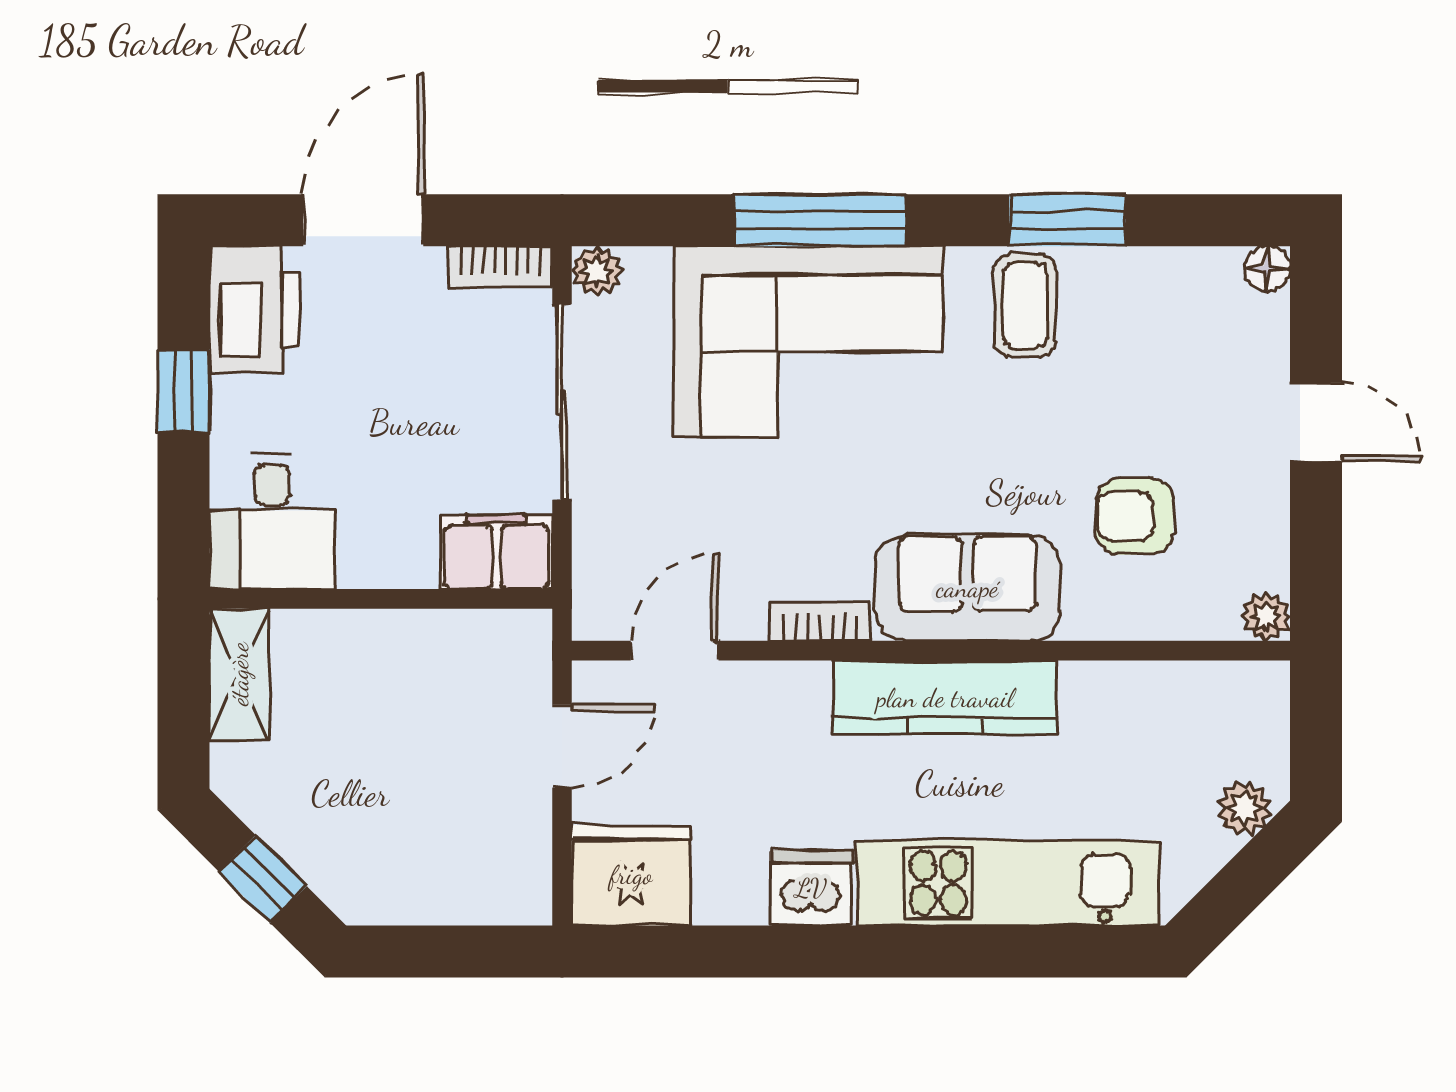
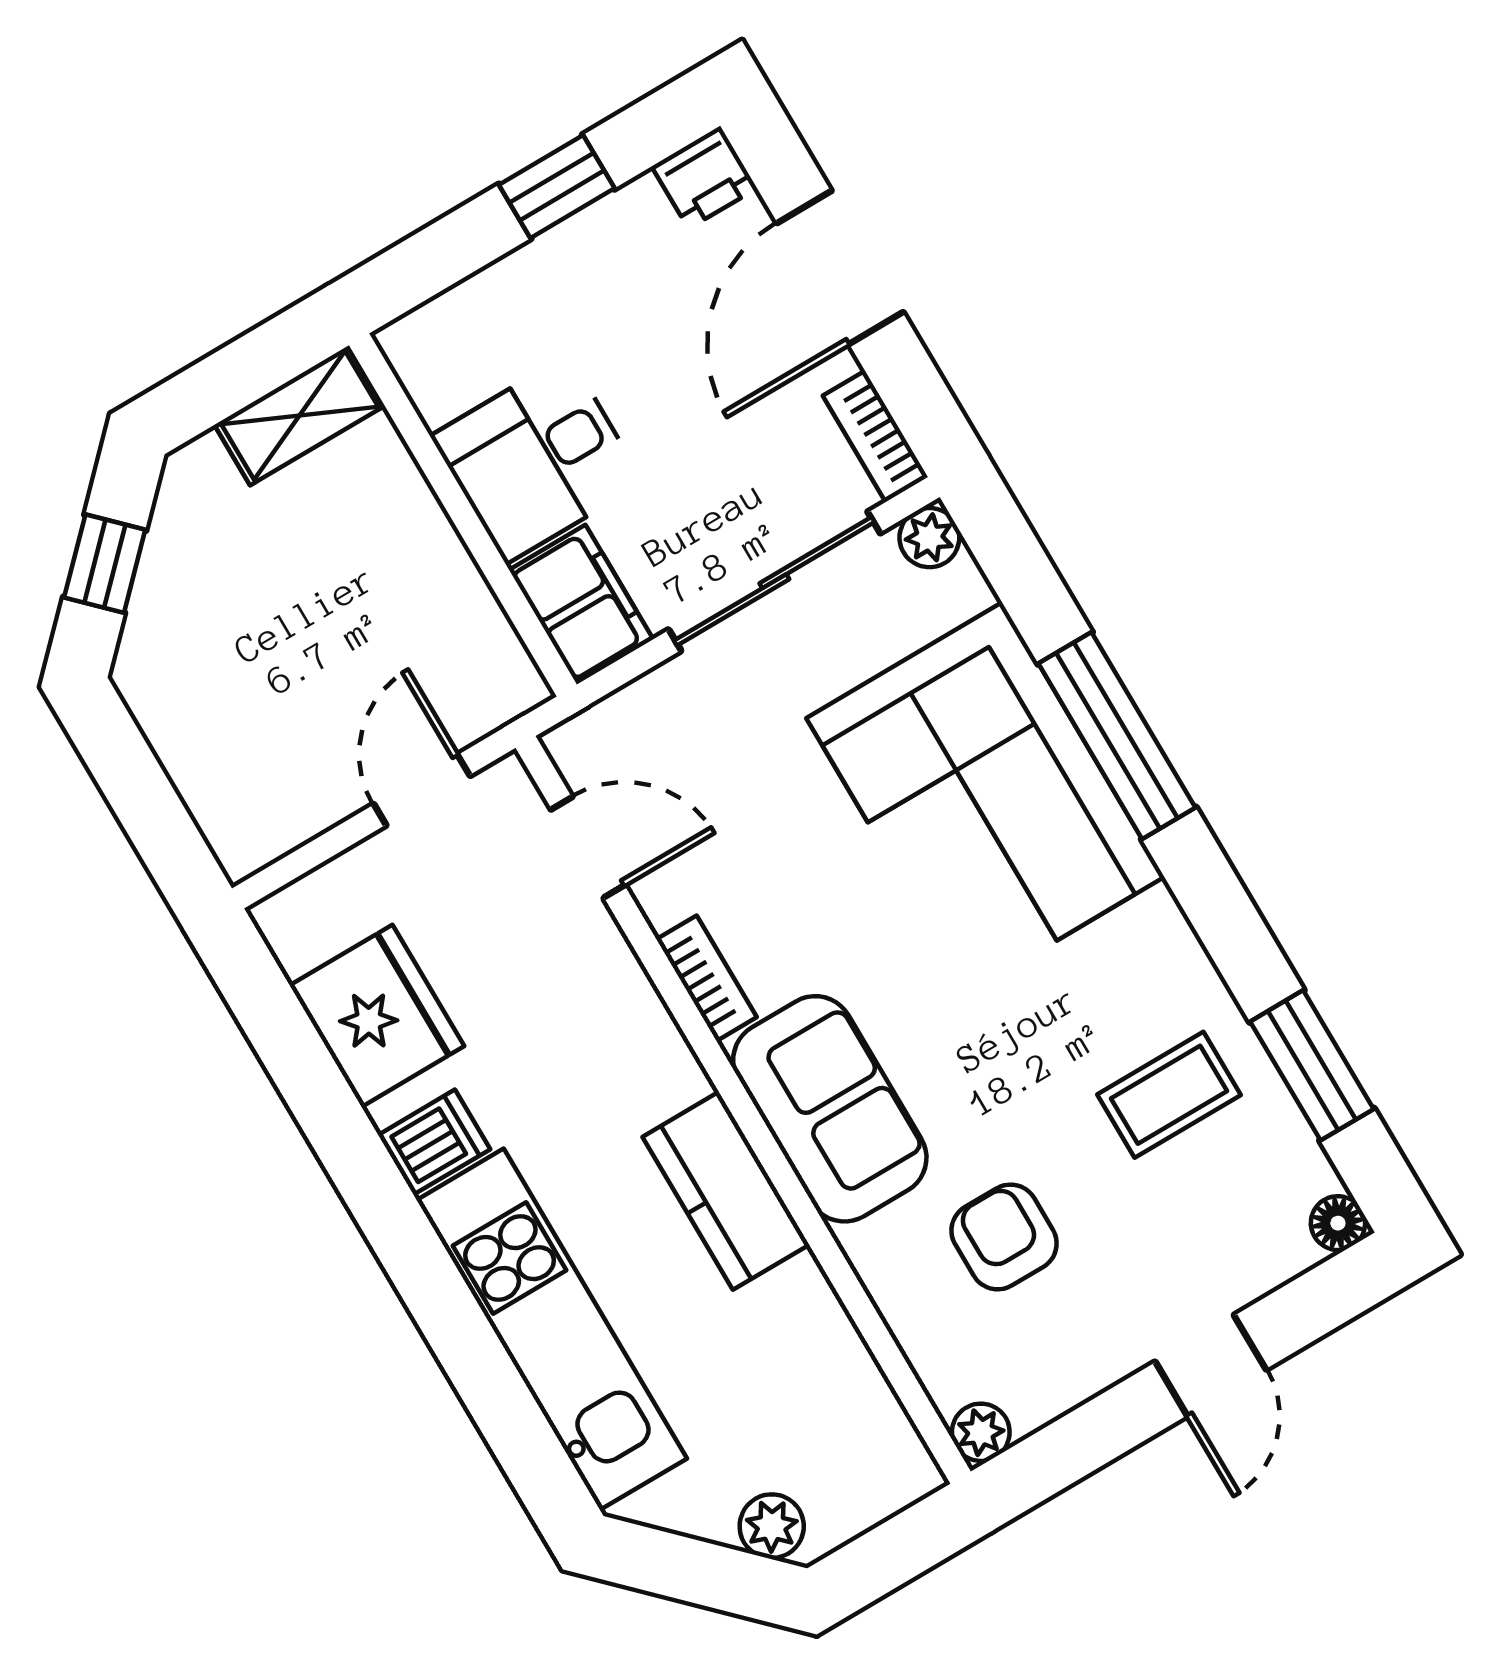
door: (363, 220) -> (840, 268), swing flipped
window: (1067, 220) -> (1312, 1065), moved
coffee table: (1025, 305) -> (1169, 1095), moved
printer: (255, 309) -> (704, 177), width x0.53, depth x0.68
desk: (272, 521) -> (537, 459), moved
kitchen counter: (945, 698) -> (726, 1191), width x0.67
door: (562, 746) -> (422, 790), swing flipped
fridge: (631, 875) -> (377, 1016), moved
dishwasher: (811, 888) -> (434, 1142), width x0.73

